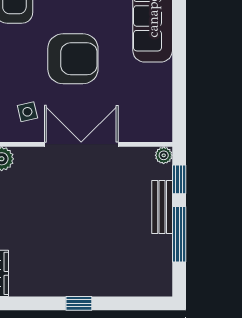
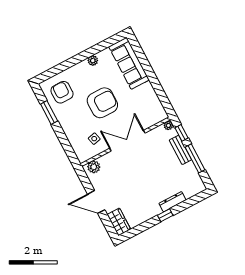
dresser: (103, 287) -> (172, 202), added

